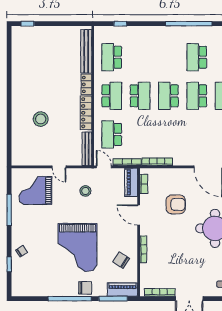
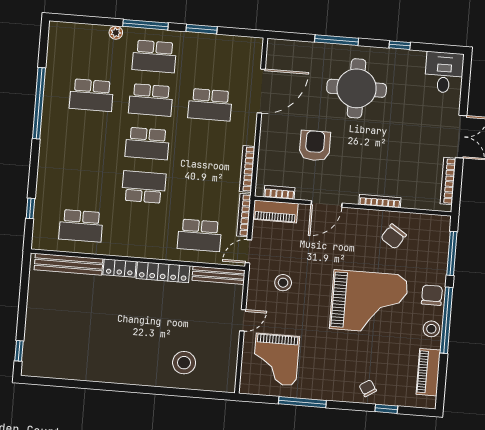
school desk: (112, 96) -> (210, 105), moved, turned 180
stool: (41, 119) -> (184, 363), moved
stool: (63, 289) -> (431, 329), added
piano: (122, 290) -> (428, 372), moved

